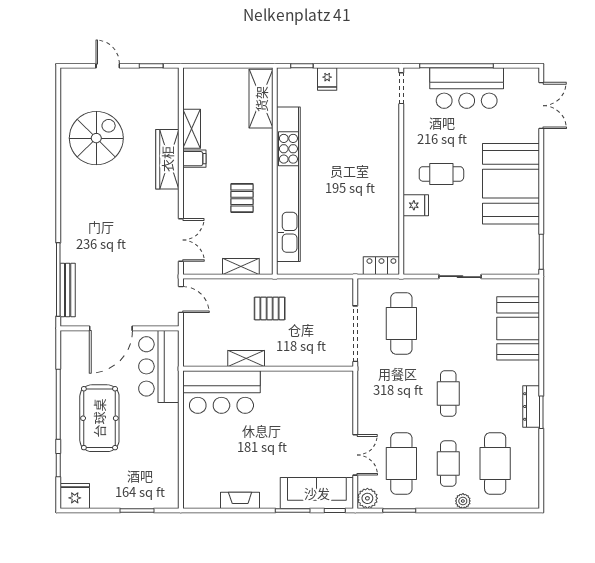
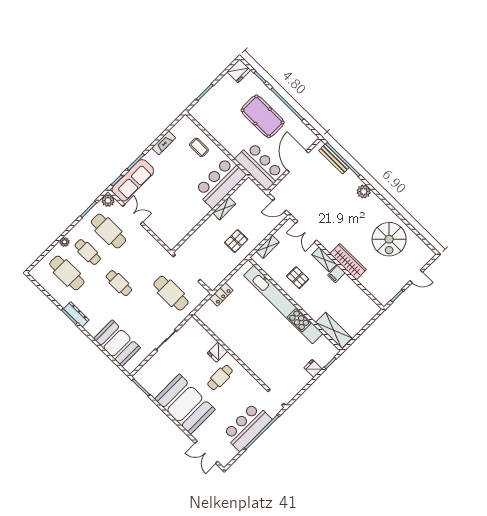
shelving: (192, 129) -> (324, 259), moved
plant: (71, 220) -> (364, 192), added
locker: (381, 266) -> (221, 294), moved
coffee table: (206, 455) -> (199, 147), added
double door: (355, 455) -> (133, 214), swing flipped

